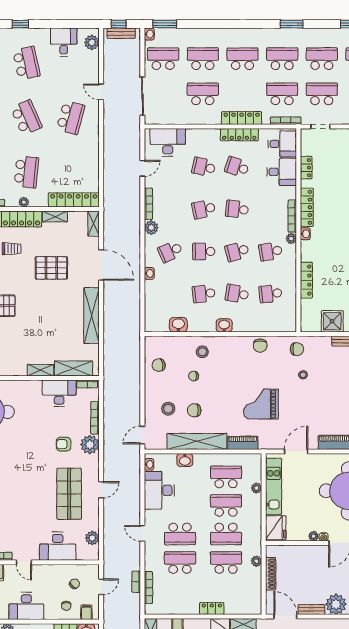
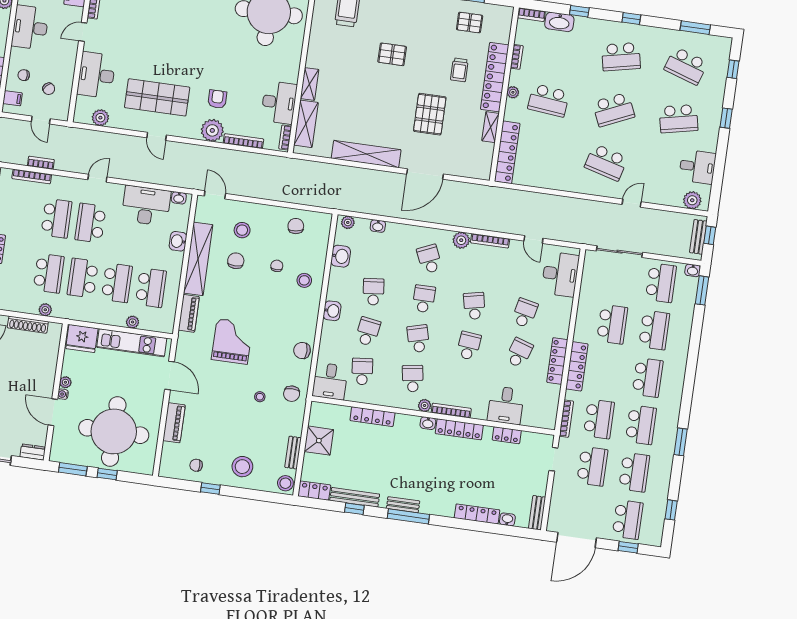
desk: (282, 144) -> (330, 381), moved
shelving: (94, 224) -> (476, 172), removed
washbasin: (149, 273) -> (378, 226), moved
plant: (150, 323) -> (348, 222), added

